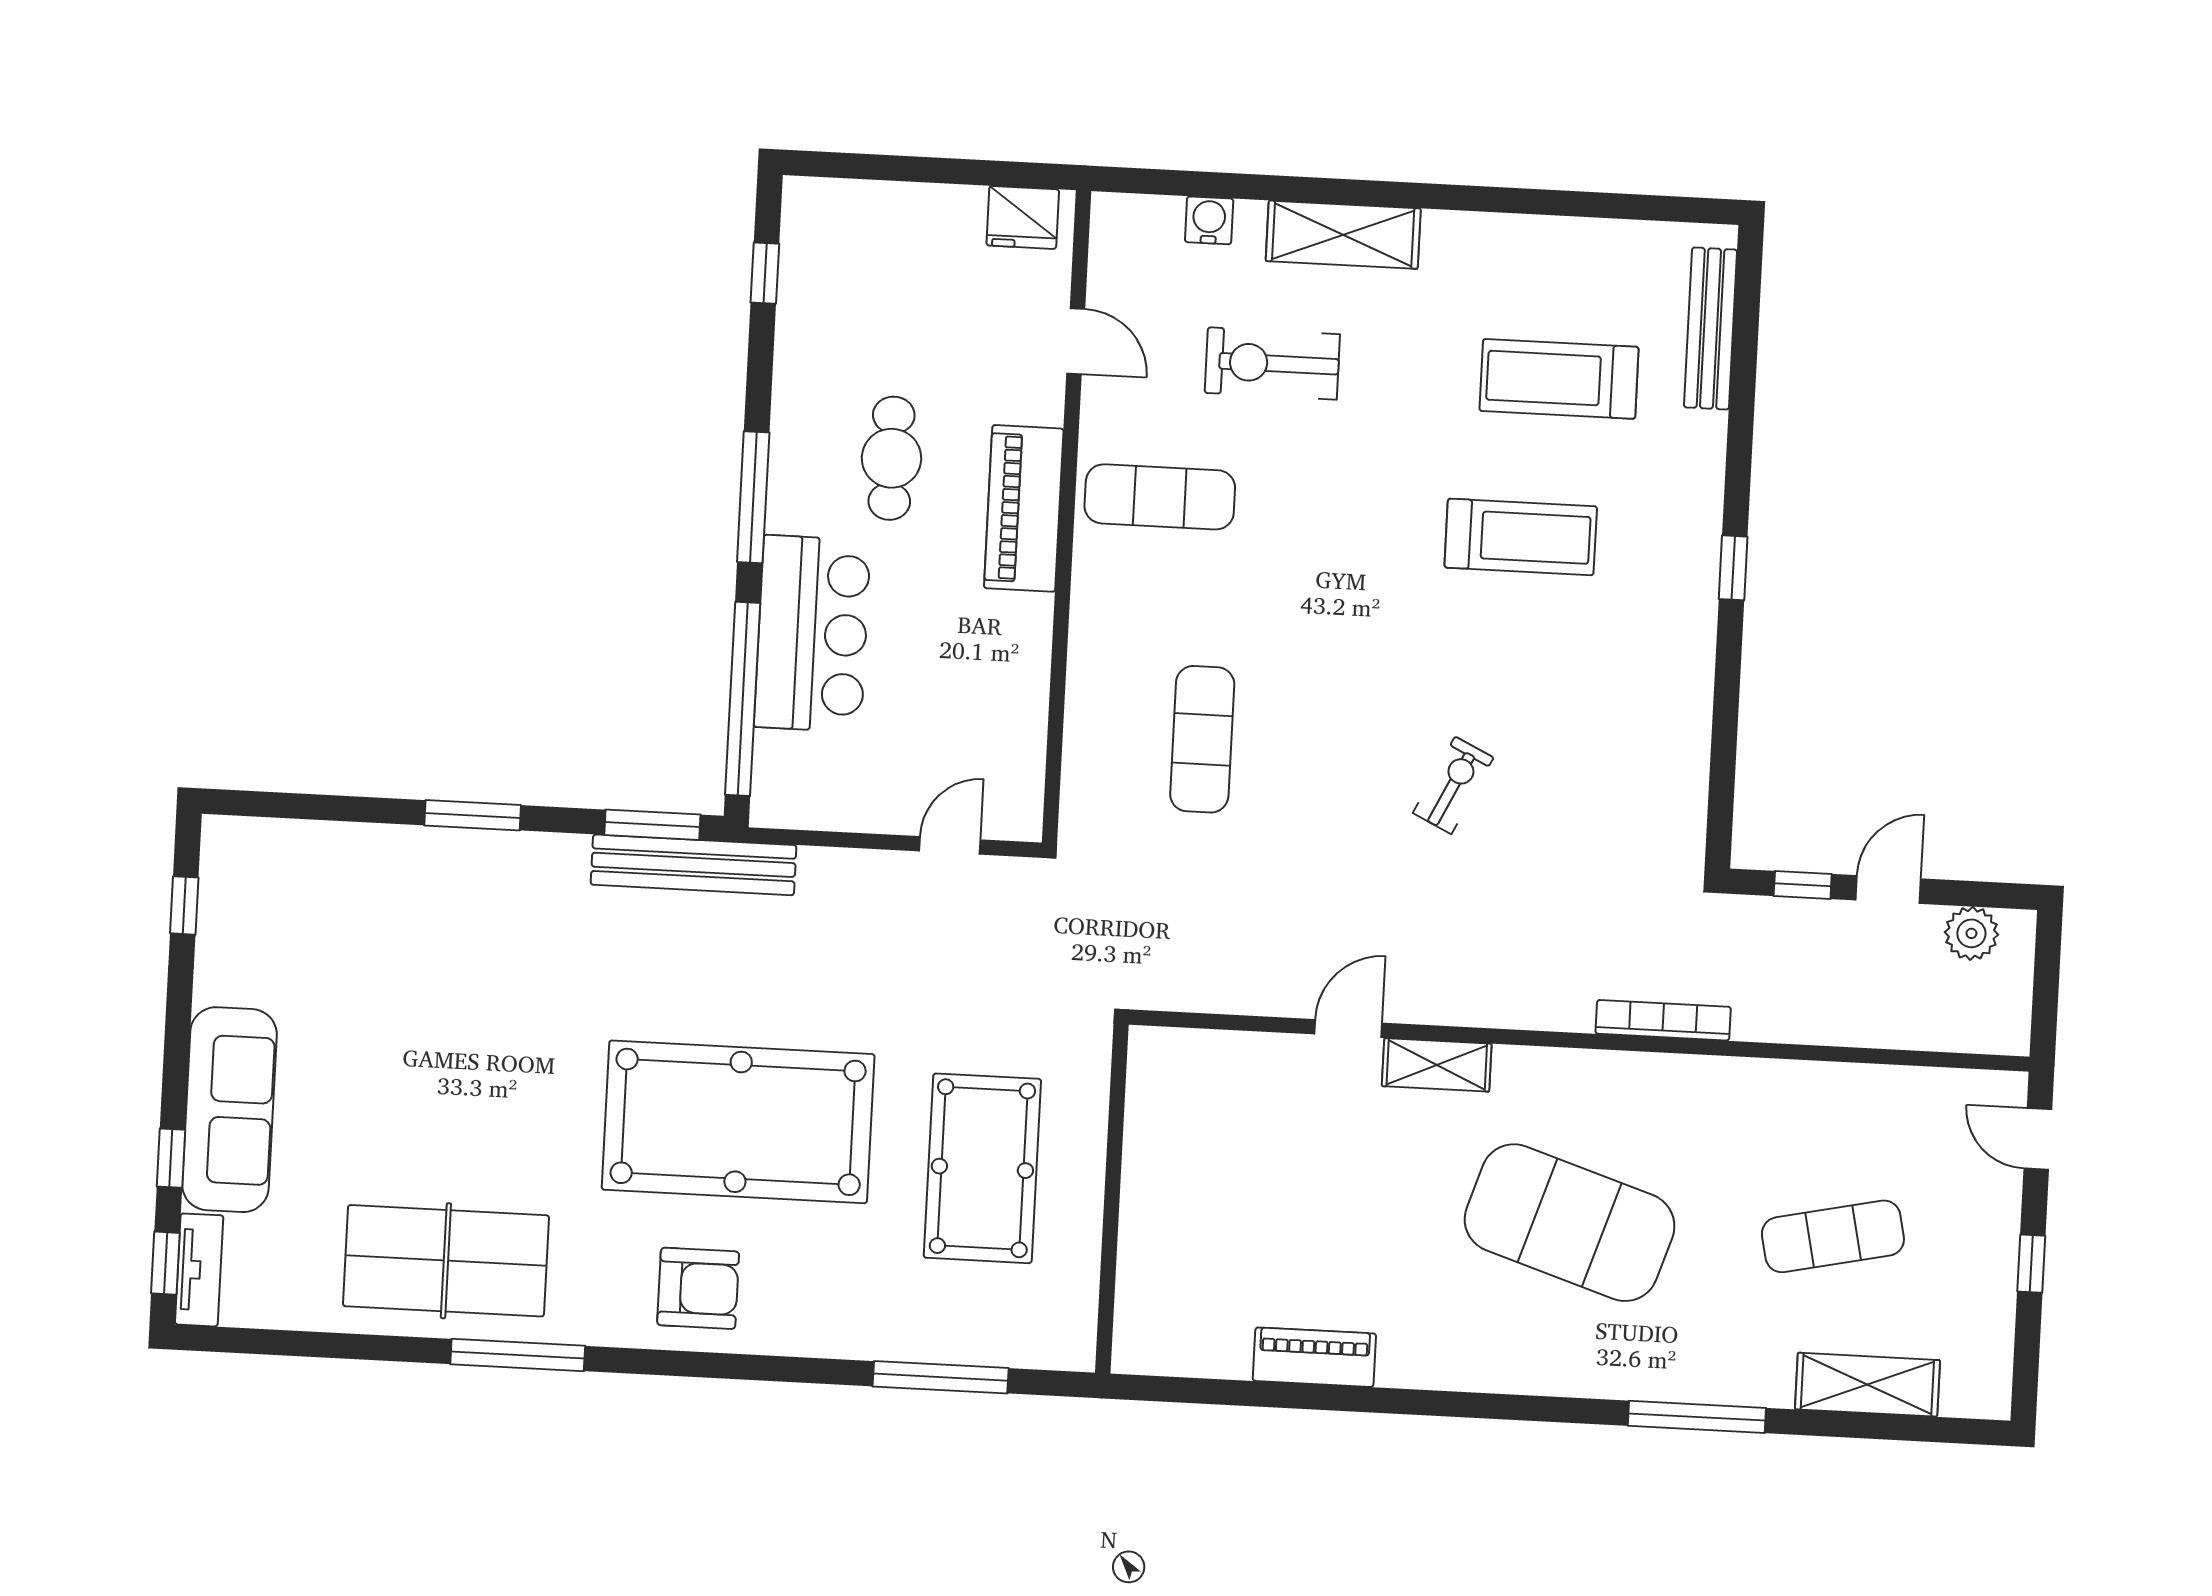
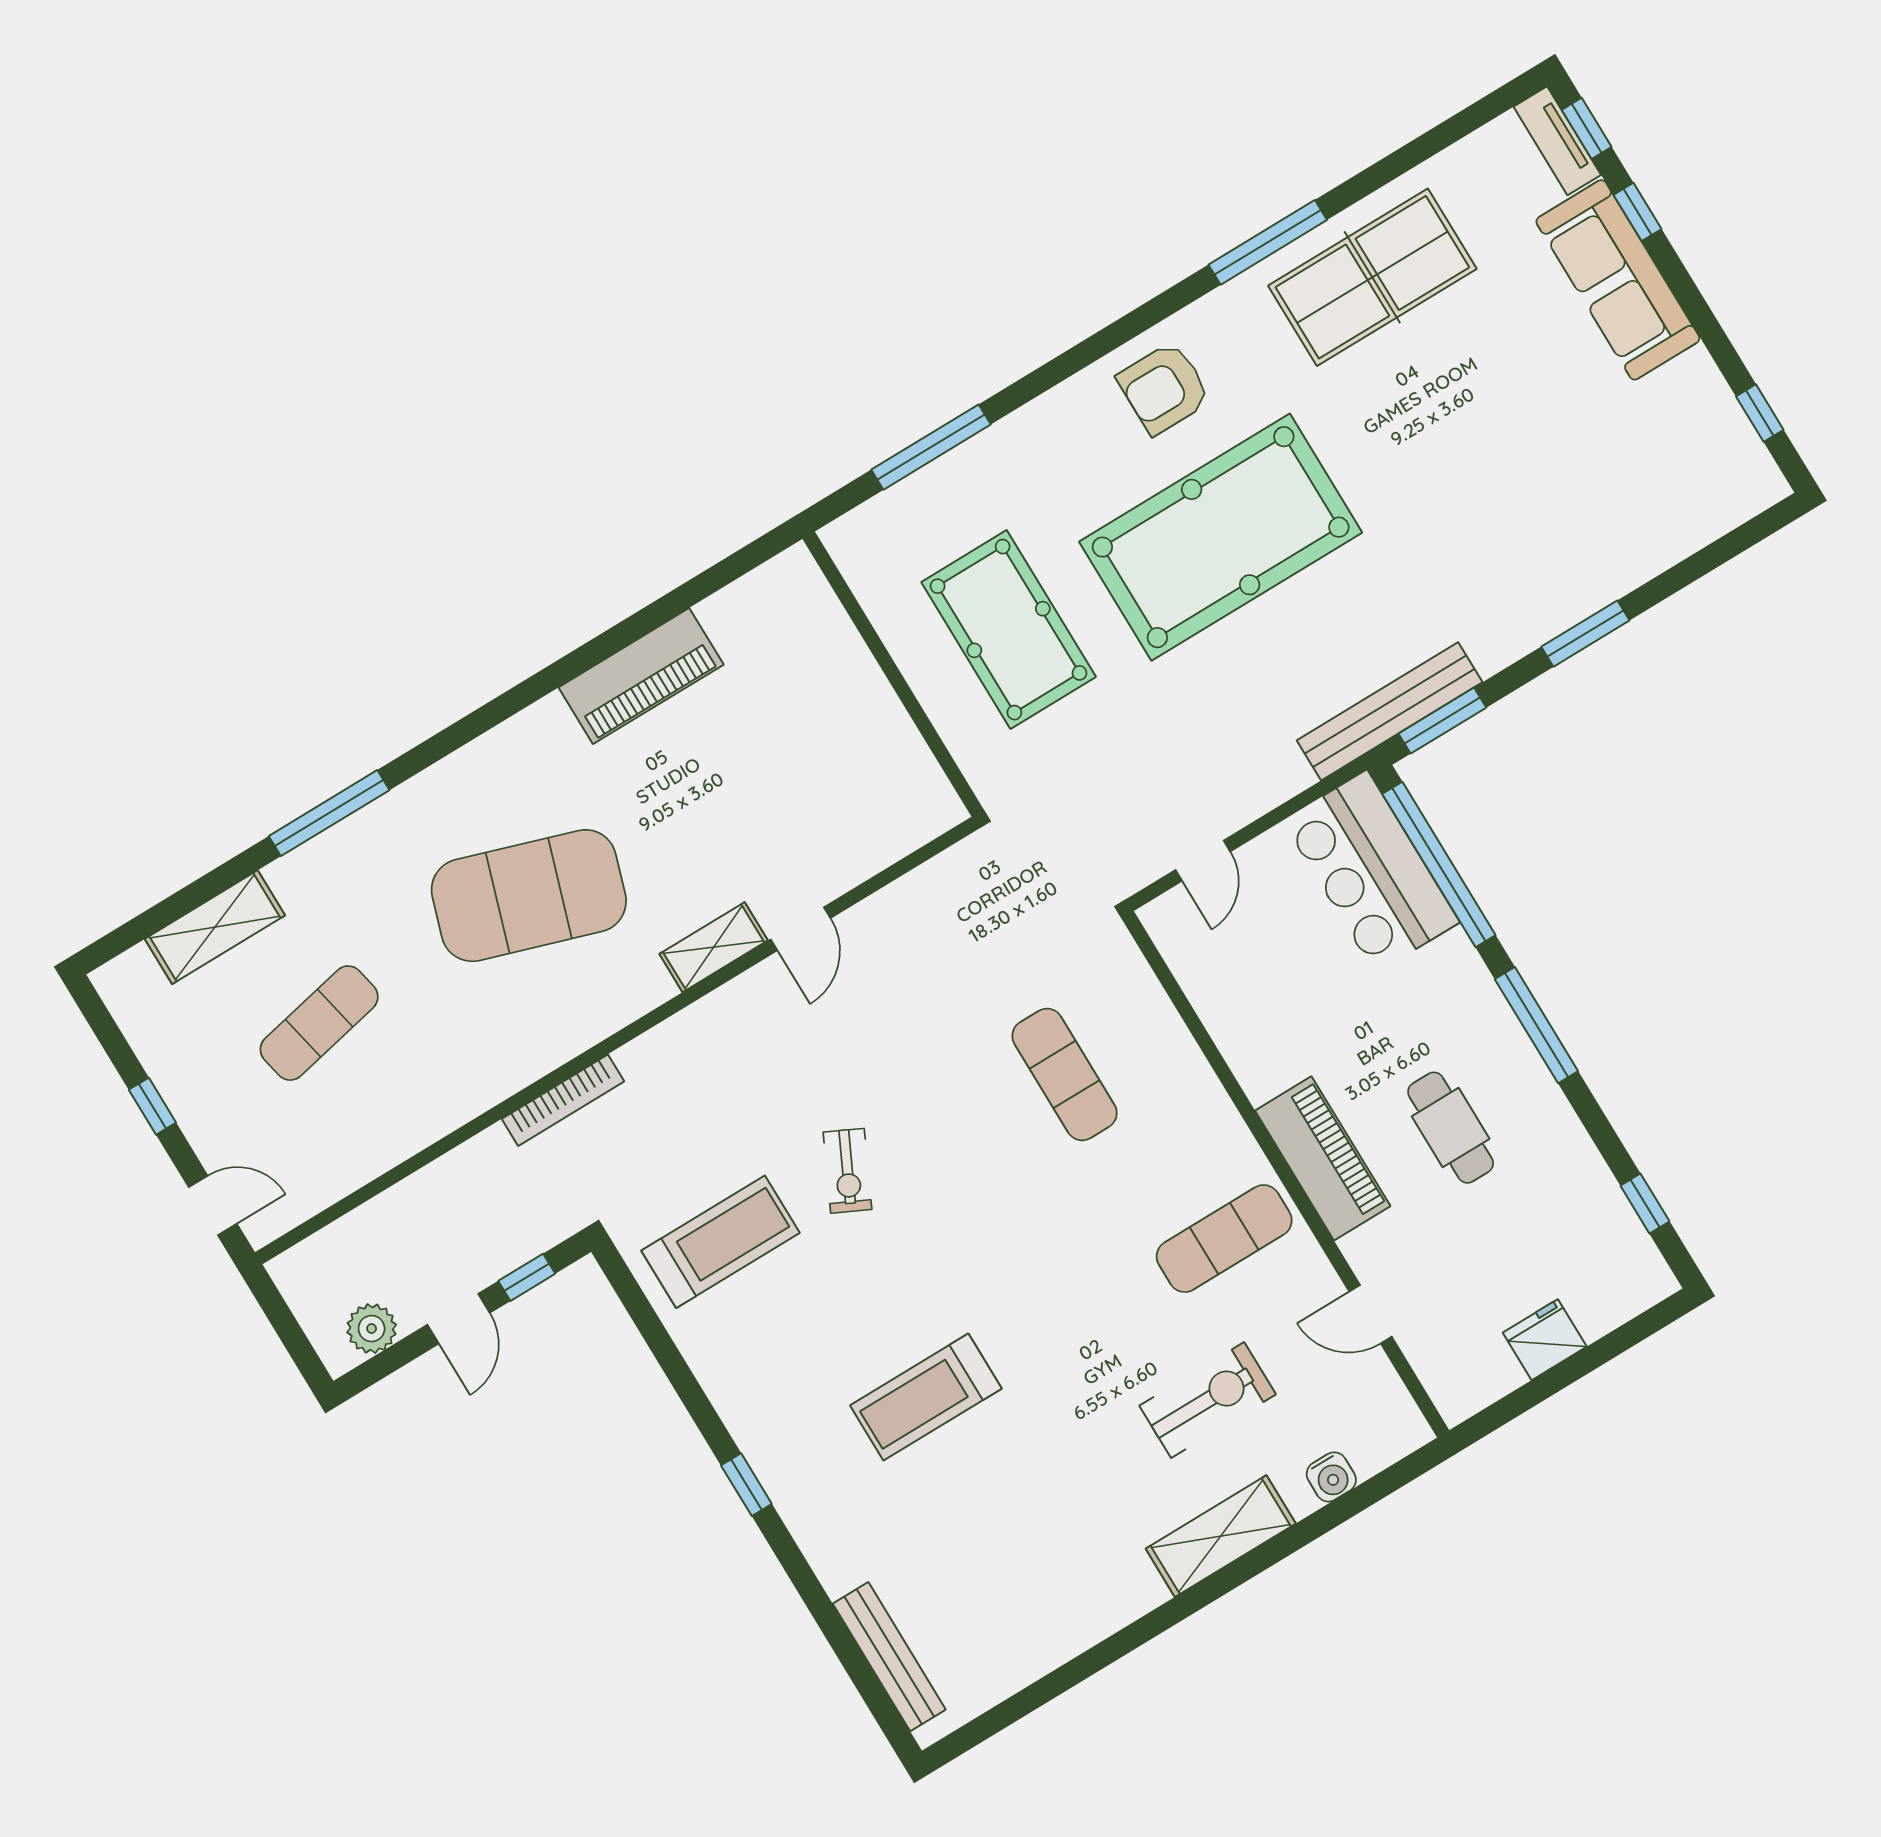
fridge: (1023, 217) -> (1545, 1340), moved
treadmill: (1559, 379) -> (721, 1242), moved
bar counter: (812, 634) -> (1371, 872), moved
piano: (1314, 1357) -> (641, 676), width x1.37, depth x1.33

